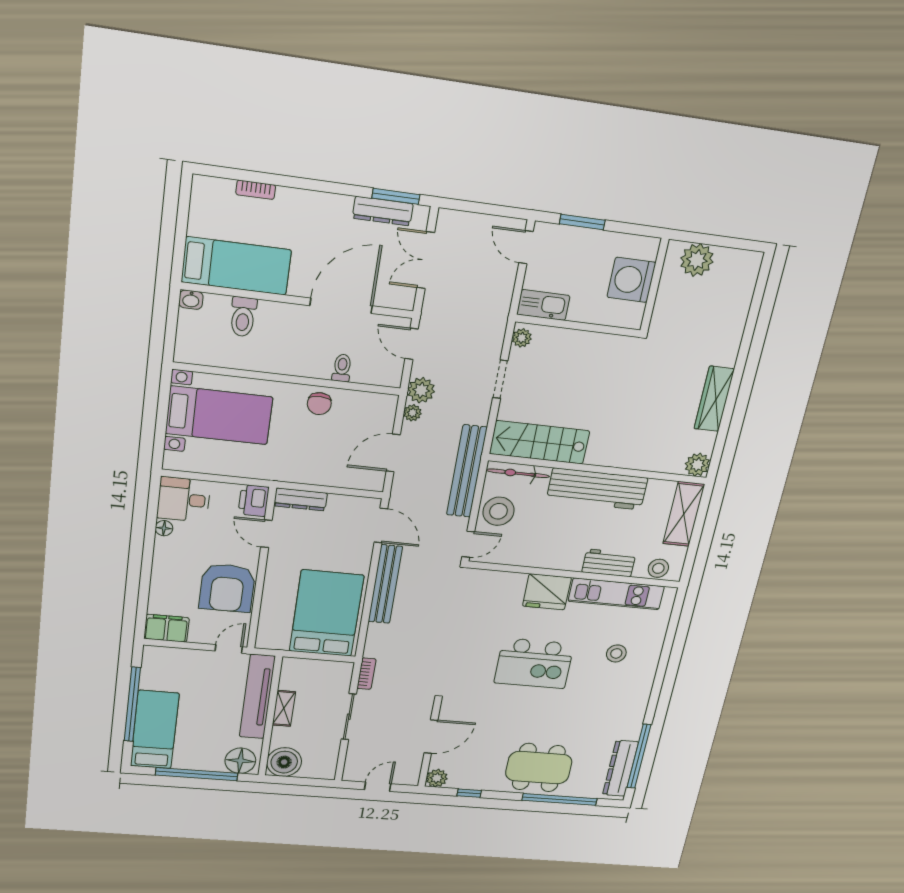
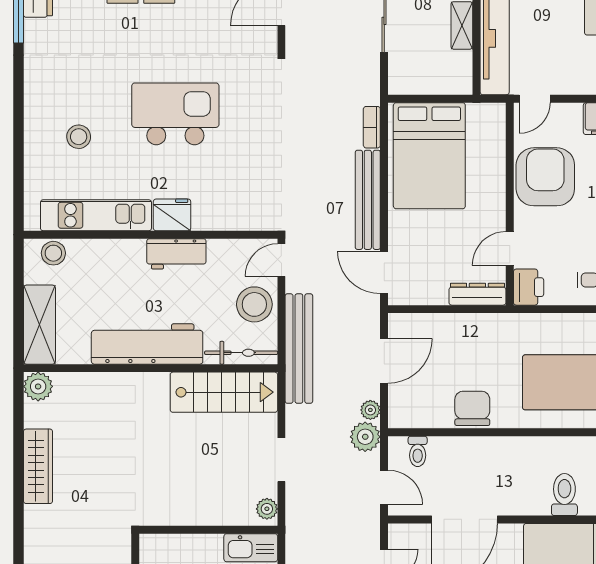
toilet: (342, 368) -> (418, 451), moved
chair: (319, 404) -> (472, 408), width x1.37, depth x1.37
door: (266, 534) -> (510, 248), swing flipped
workbench: (609, 563) -> (176, 254), moved
fridge: (547, 592) -> (172, 215), width x0.73, depth x0.75
bookcase: (366, 674) -> (372, 127), moved

